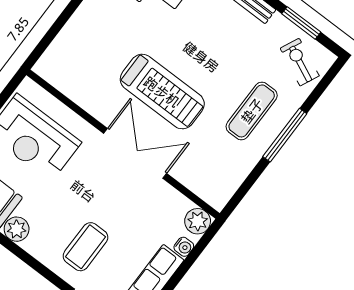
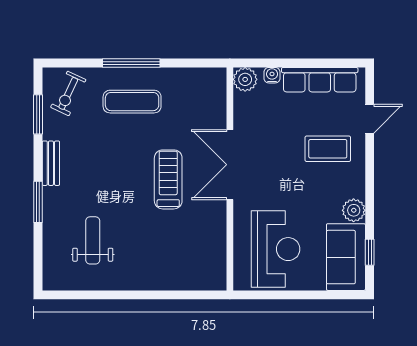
treadmill: (162, 92) -> (168, 179), width x0.73, depth x0.73

